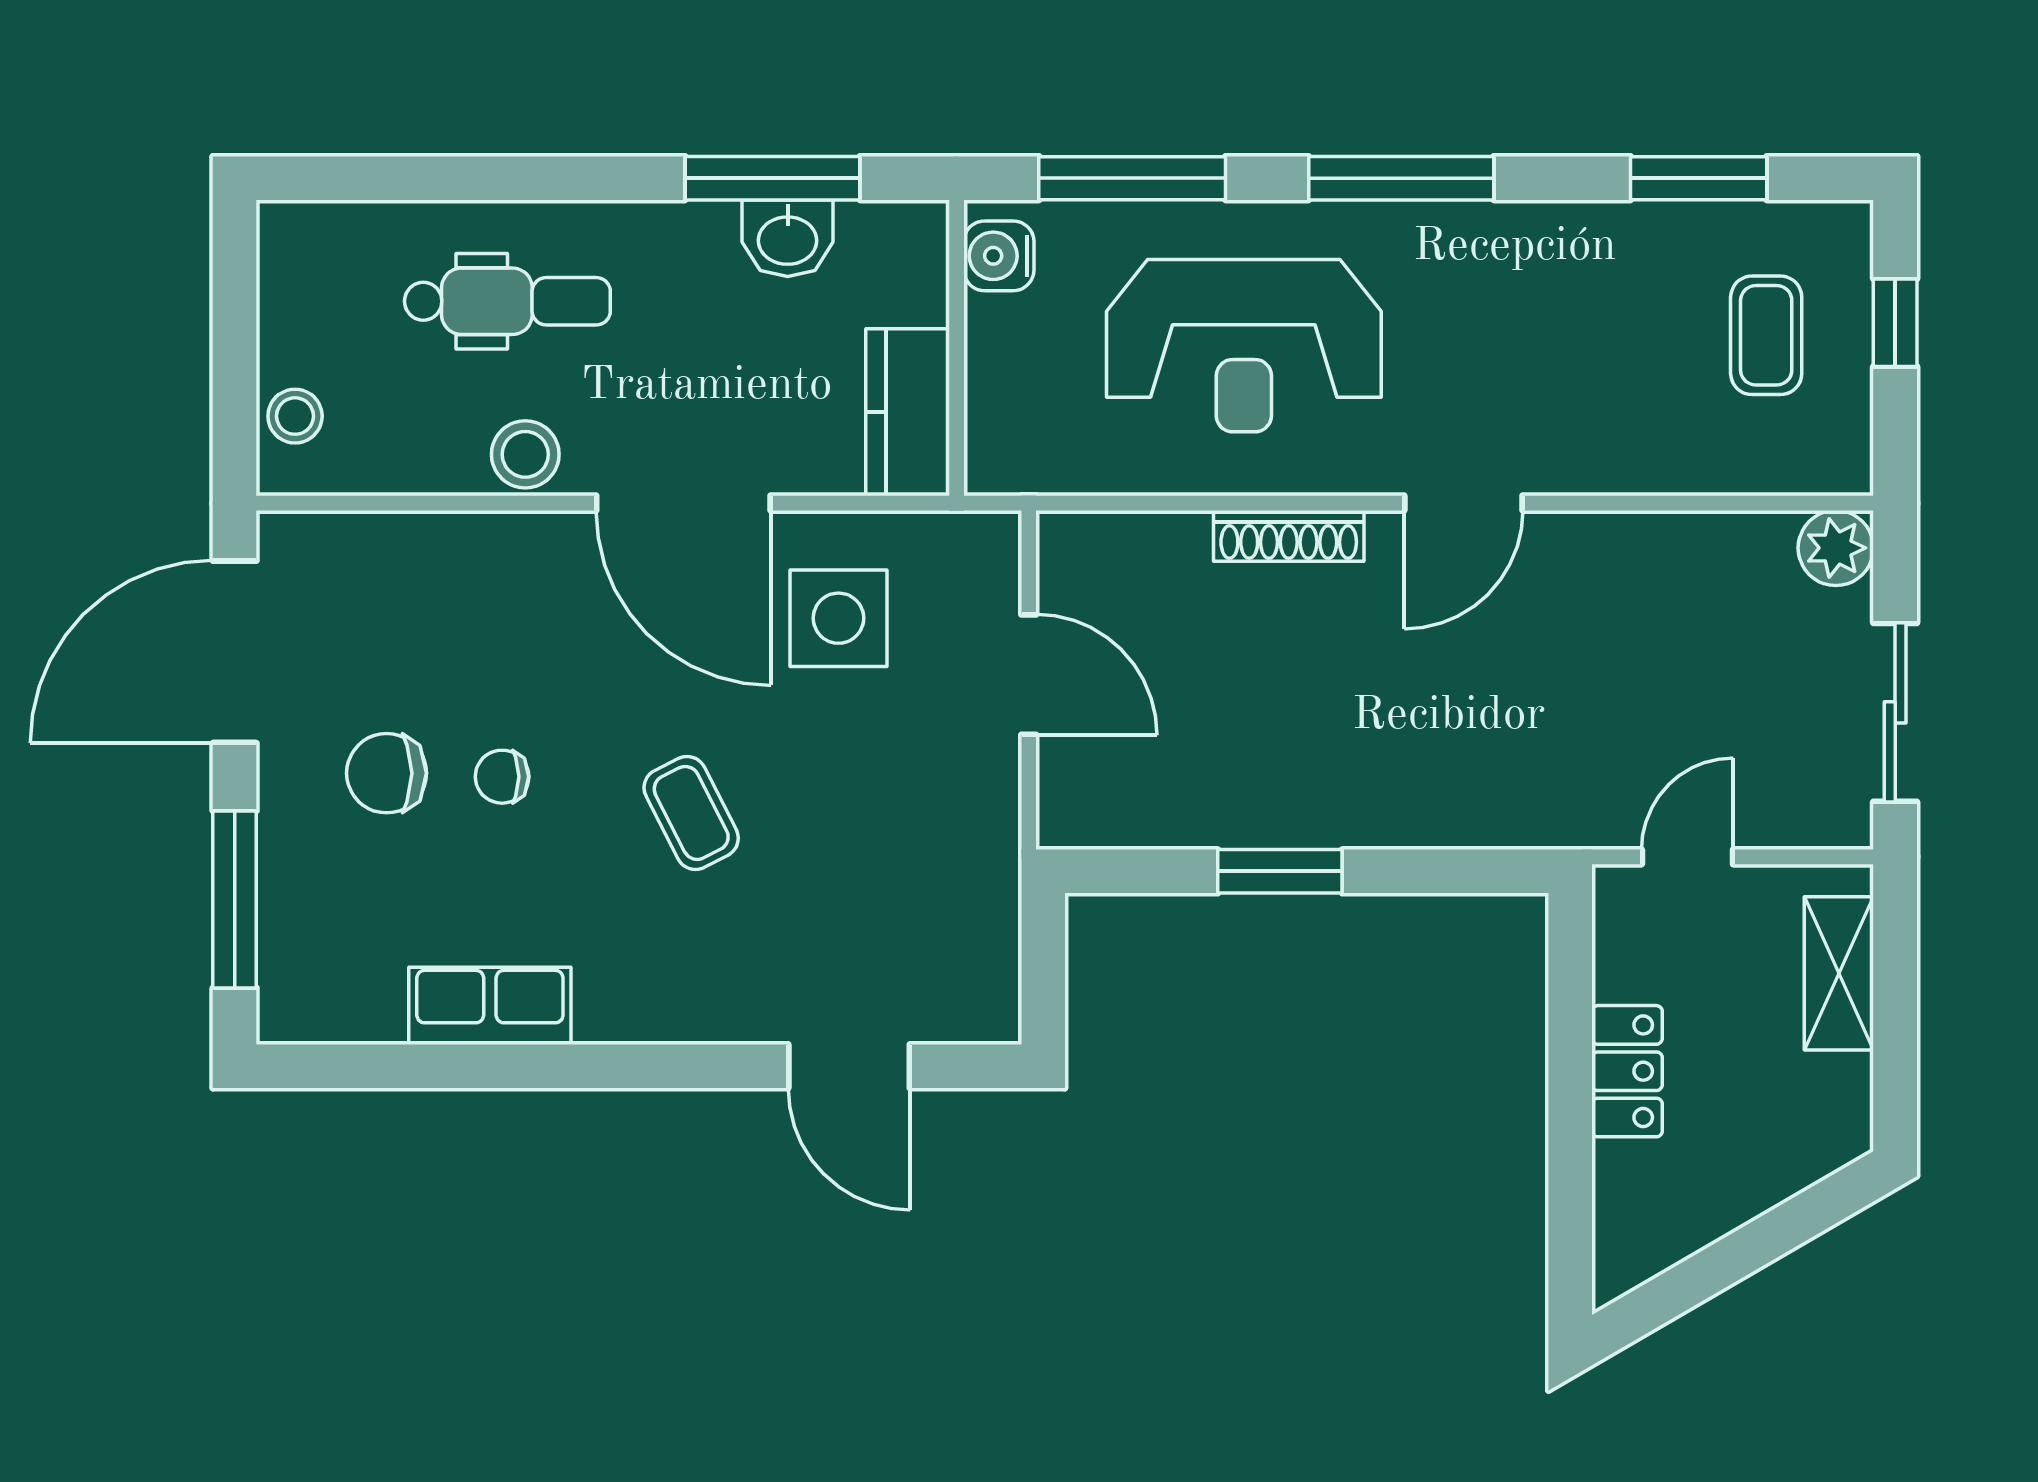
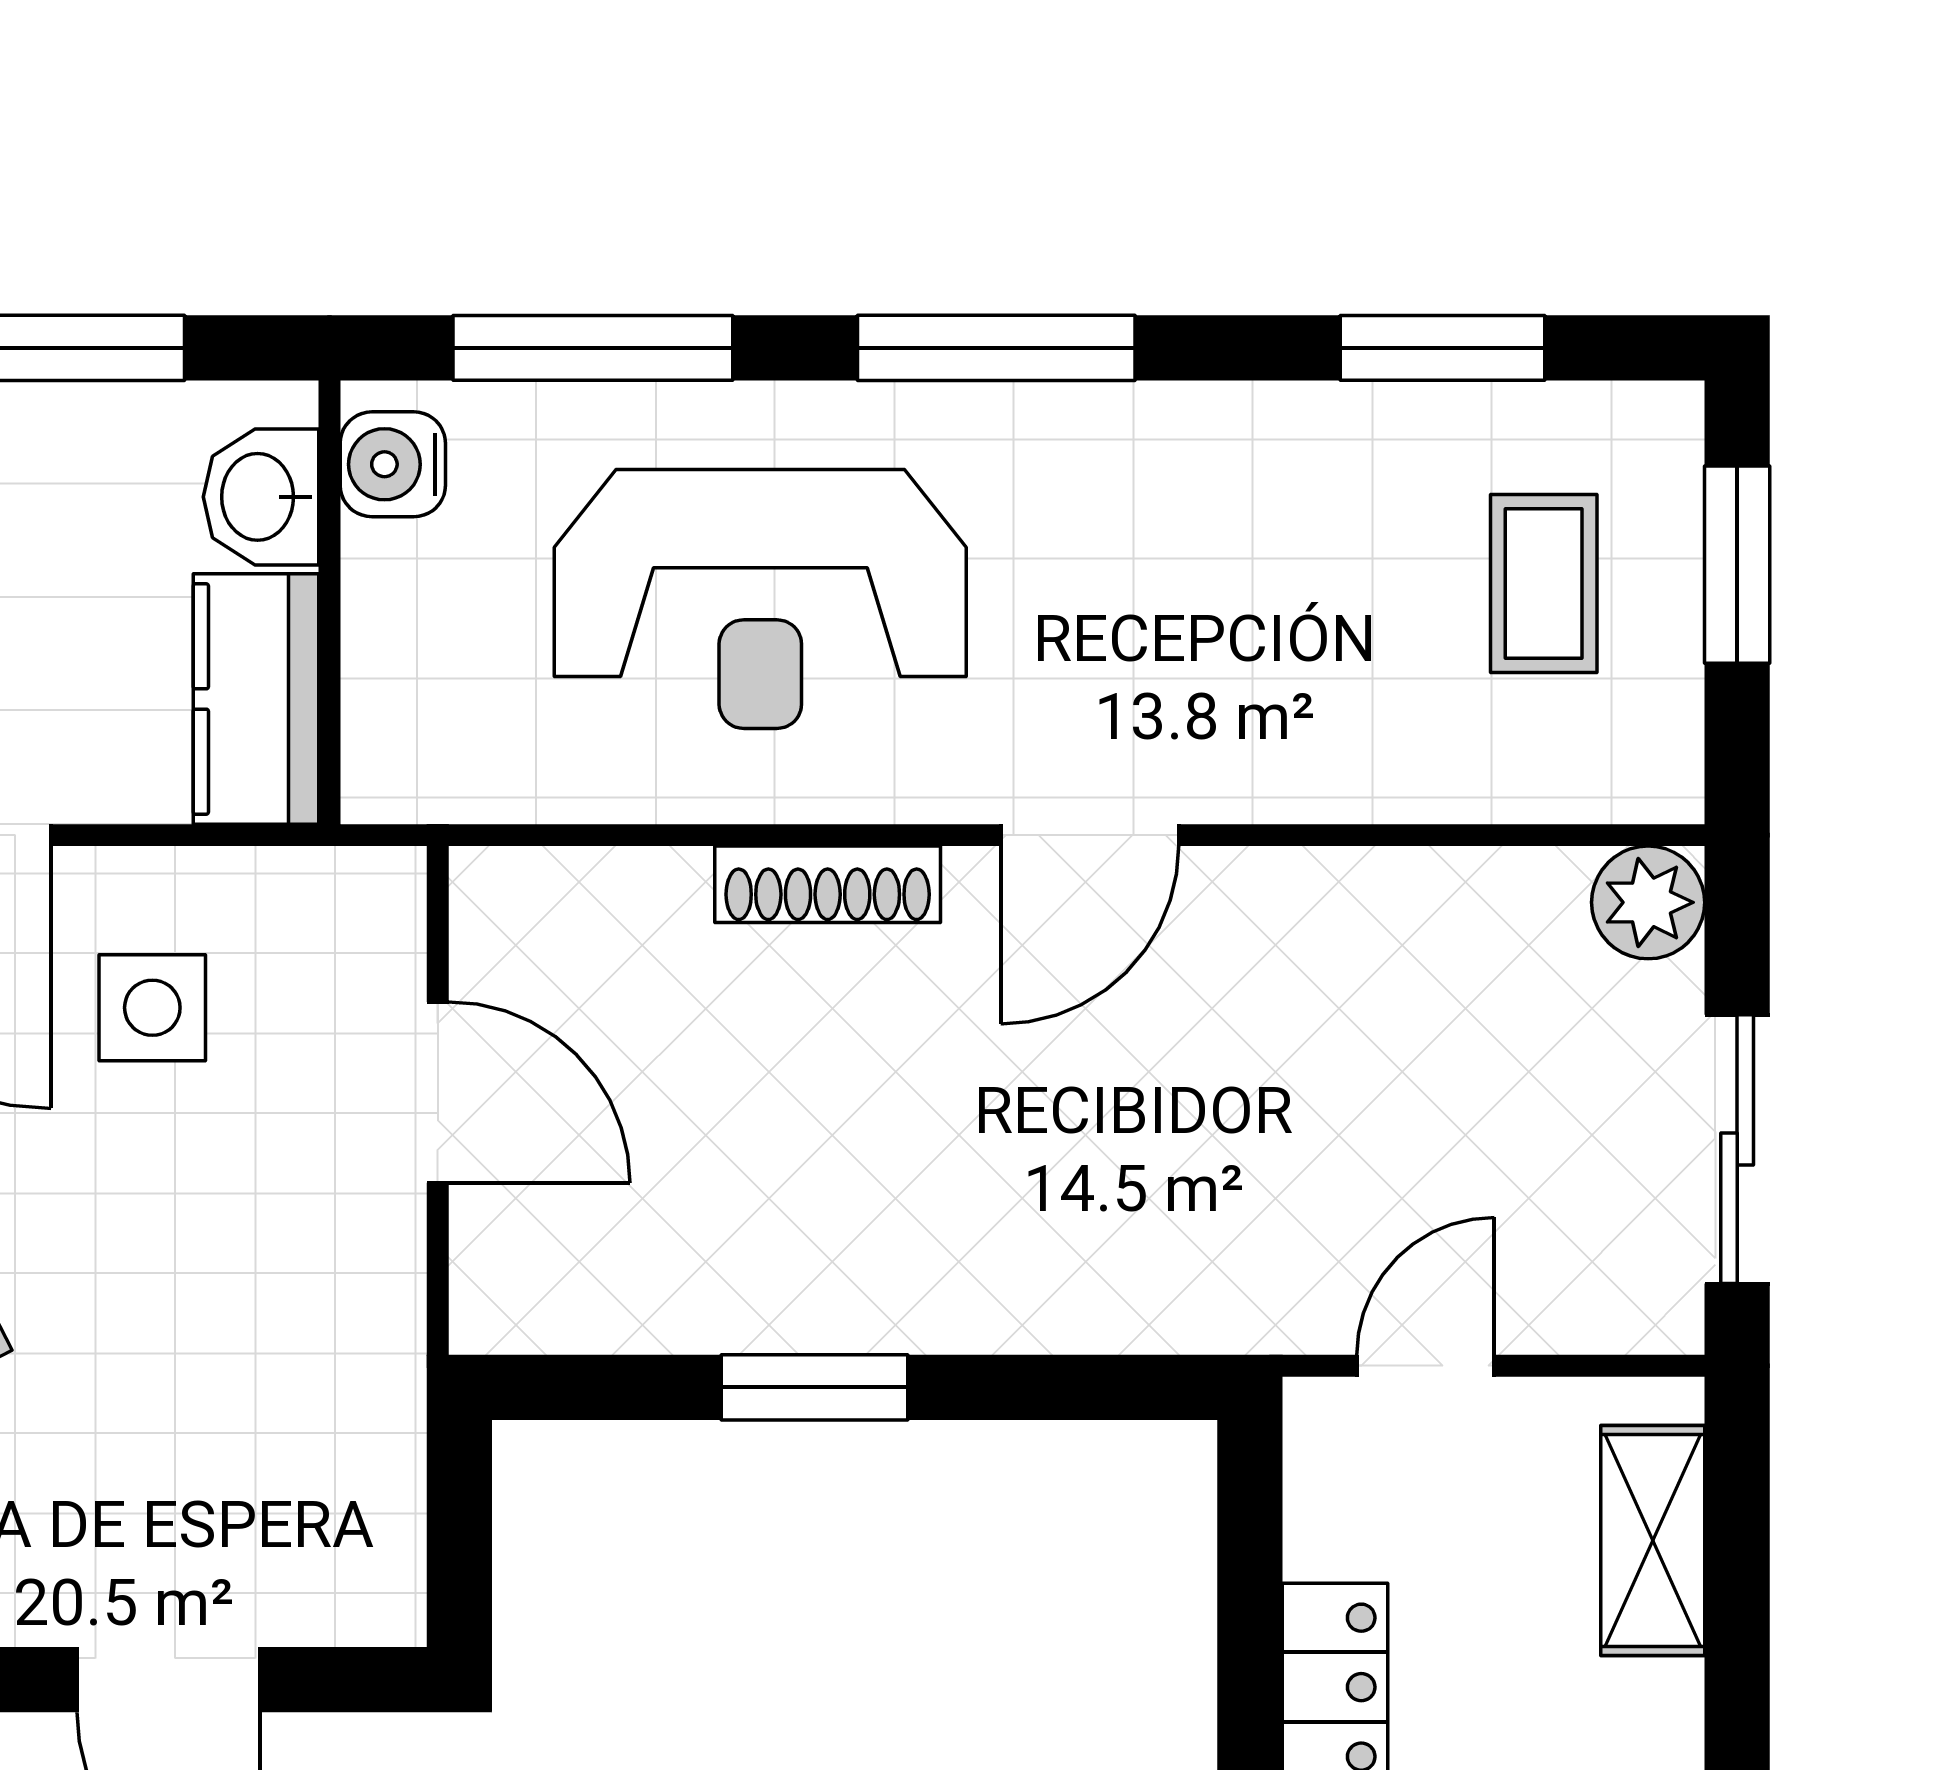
washbasin: (788, 238) -> (261, 497), moved, turned 90
window: (1895, 323) -> (1737, 565), width x1.50
side table: (838, 618) -> (152, 1008), width x0.73, depth x0.73

